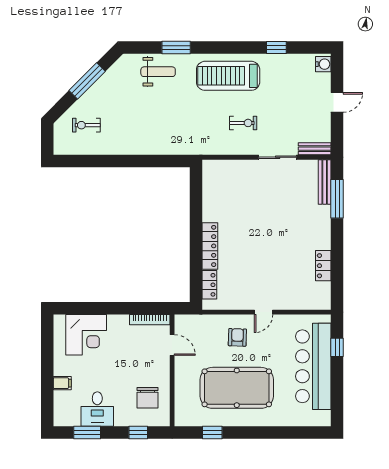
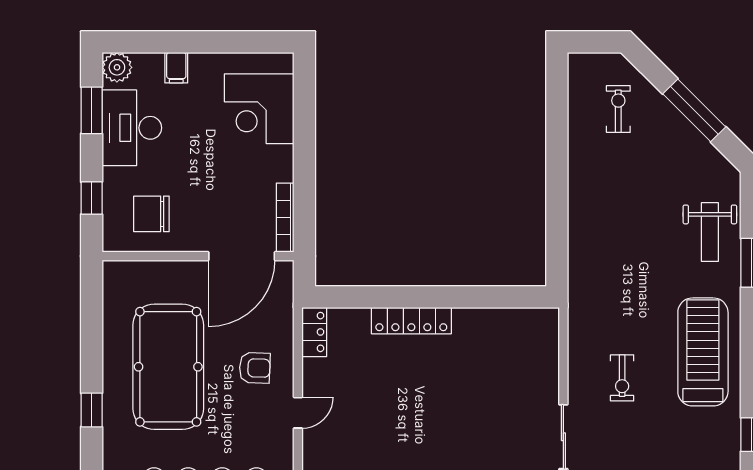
locker: (209, 285) -> (314, 332), moved, turned -90
door: (264, 312) -> (298, 413), swing flipped
door: (172, 345) -> (242, 256), width x1.88
desk: (97, 409) -> (132, 128), width x1.37
plant: (62, 418) -> (117, 67), added
window: (212, 433) -> (92, 410), moved

